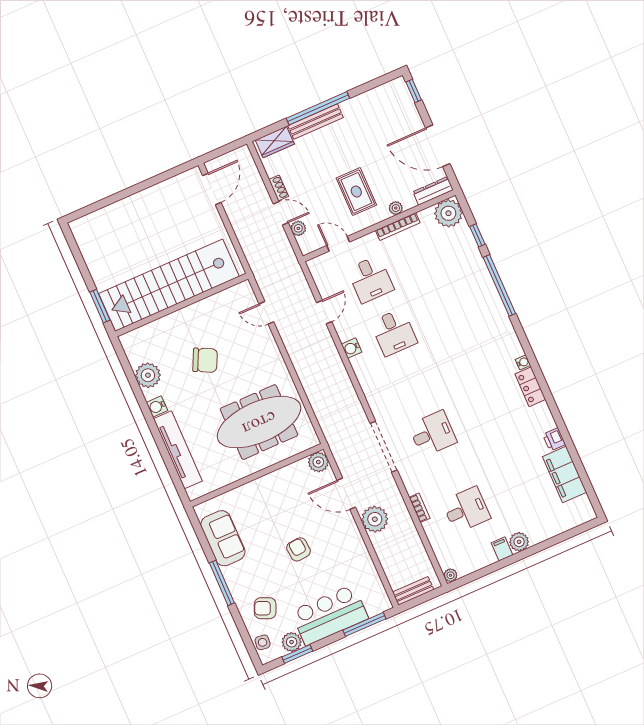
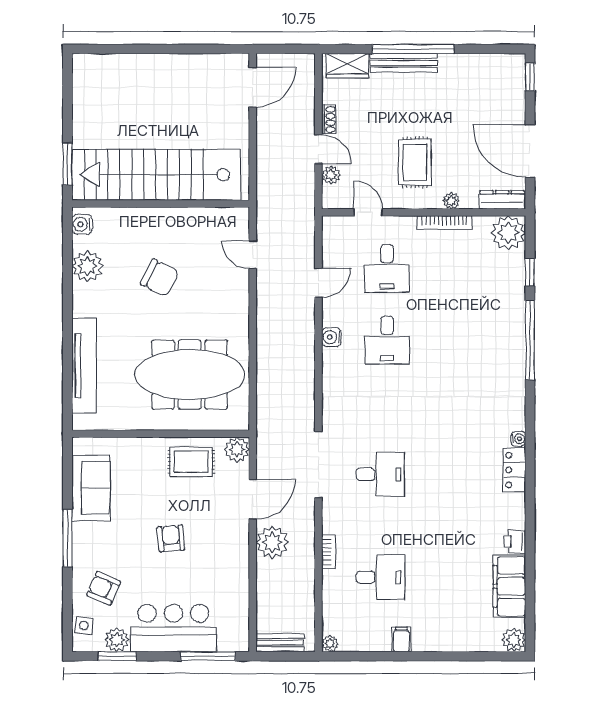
water cooler: (157, 406) -> (82, 224), moved
rug: (289, 486) -> (191, 462), added
door: (346, 494) -> (253, 499), swing flipped
plant: (519, 542) -> (514, 640), moved

